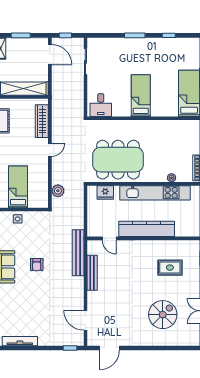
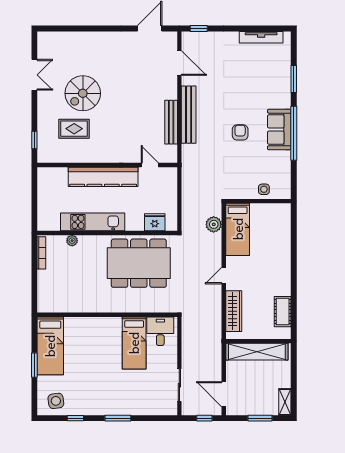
side table: (185, 49) -> (56, 401), added
bed: (141, 96) -> (134, 343), moved
bed: (18, 187) -> (238, 229), moved
kitchen unit: (155, 193) -> (93, 222), width x0.73
bench: (78, 253) -> (189, 115), moved
spiral stairs: (163, 315) -> (83, 93), moved

